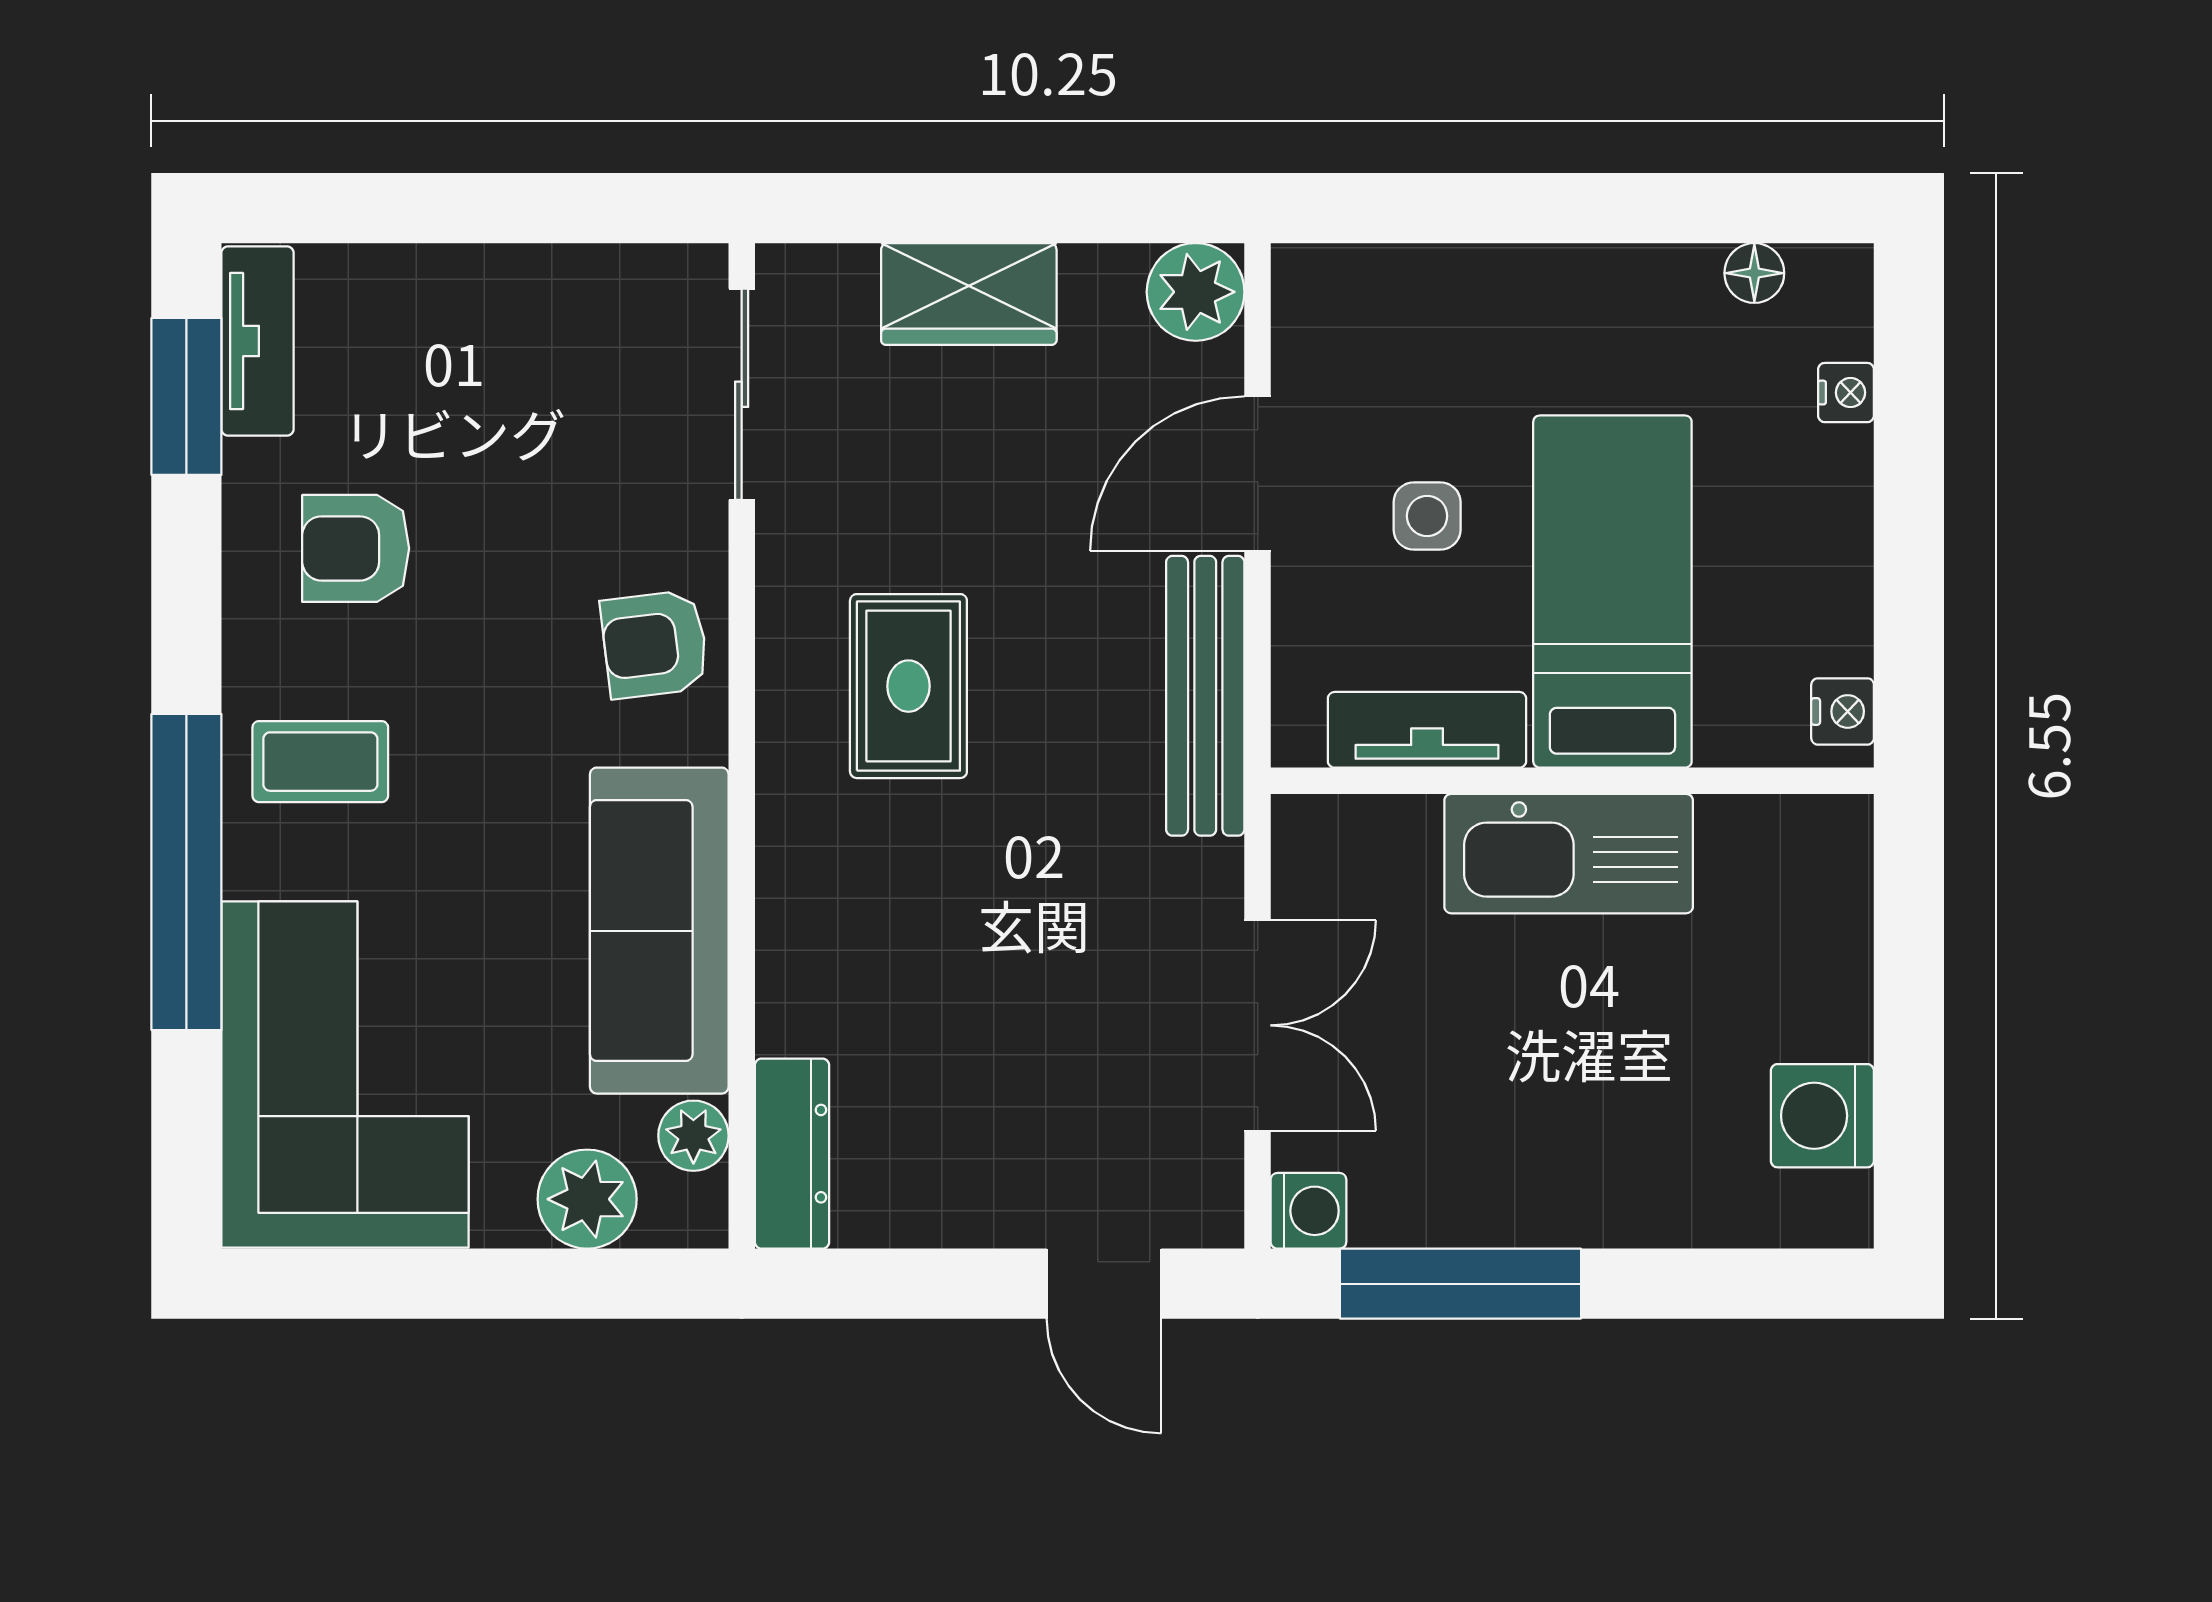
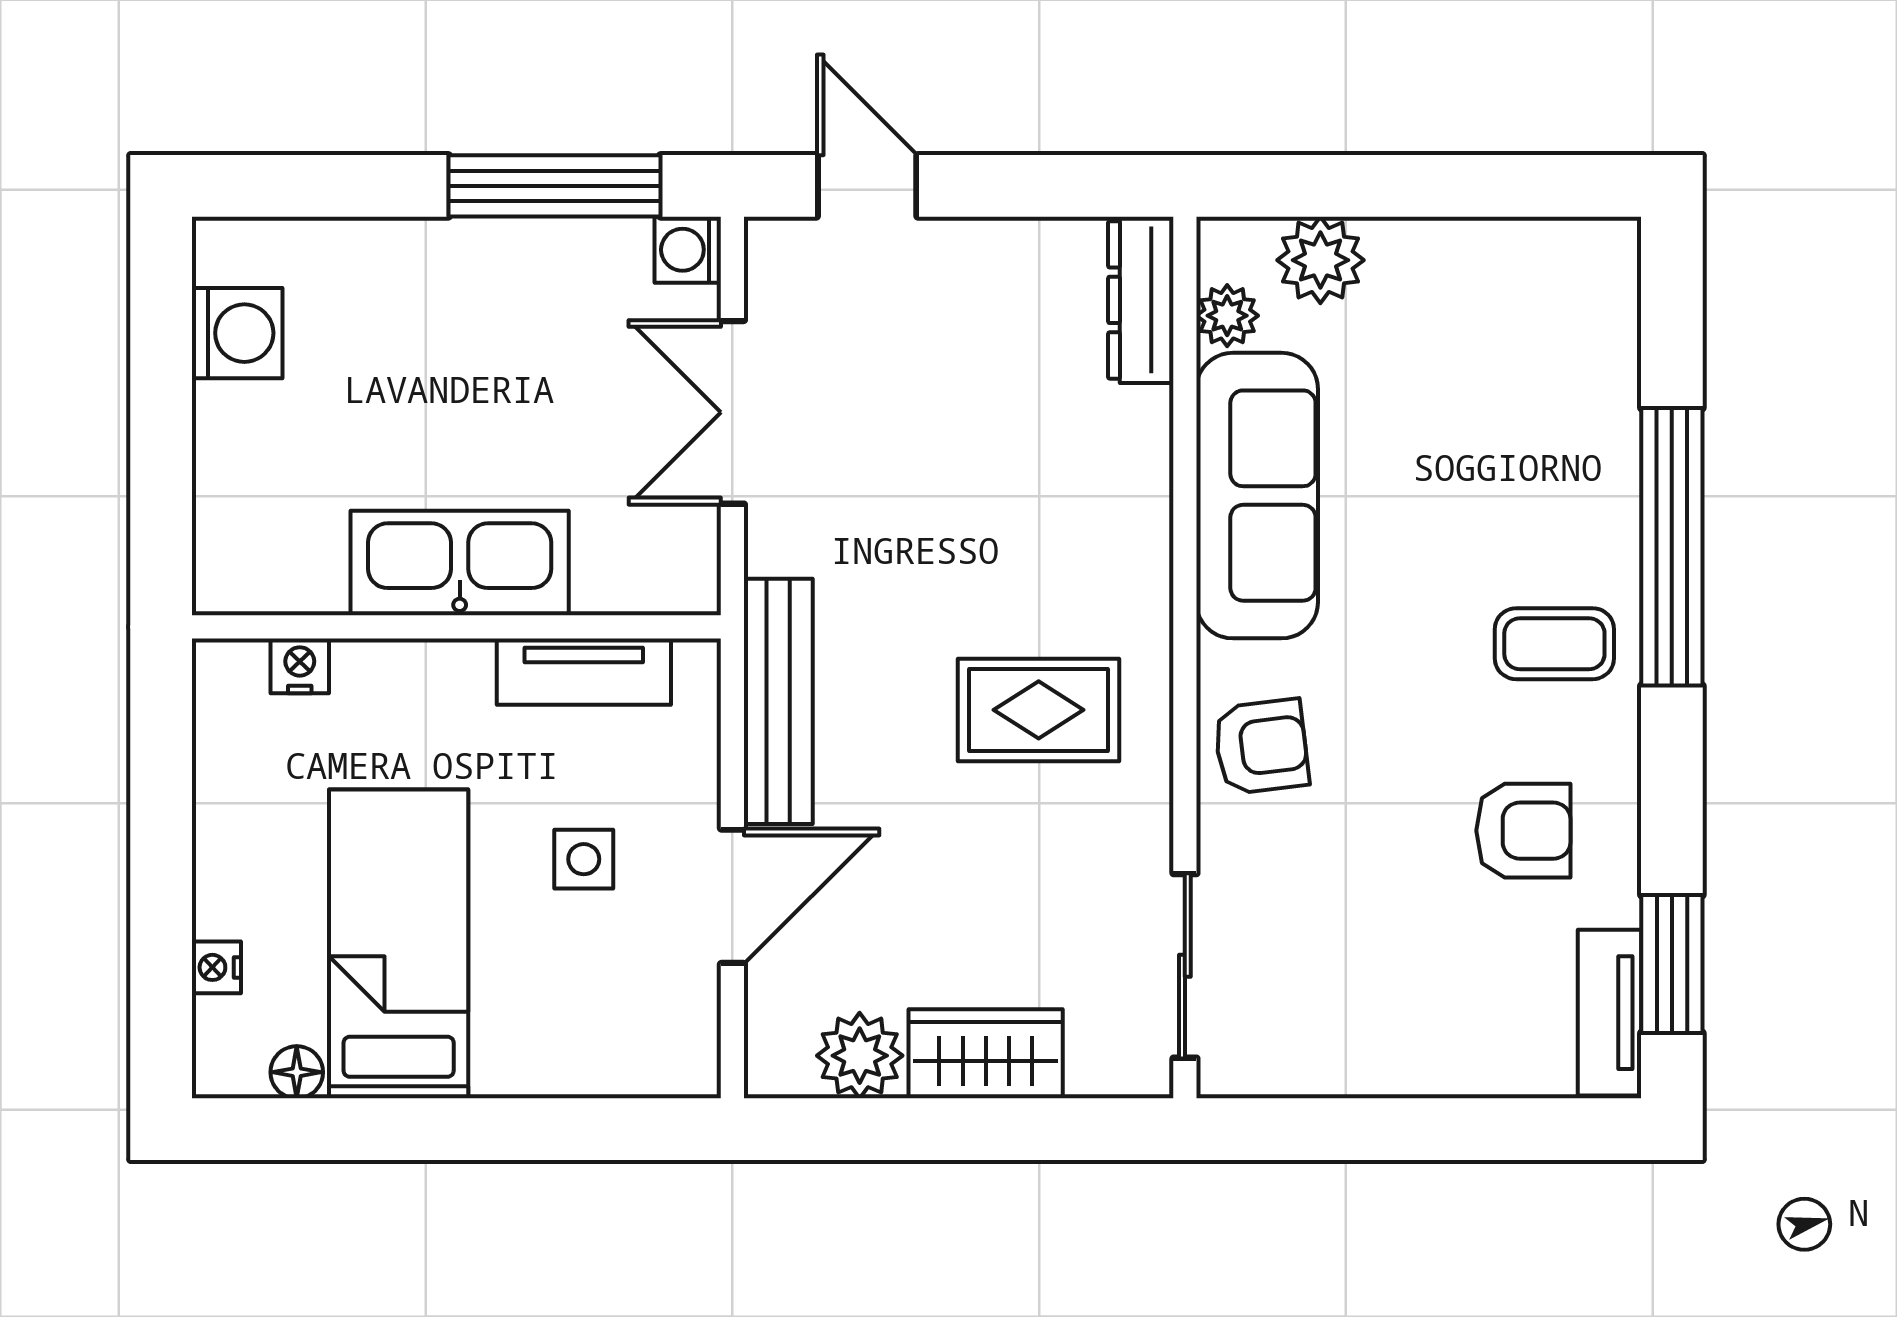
plant: (1196, 292) -> (860, 1056), moved
bed: (1612, 592) -> (399, 944), moved, turned 180
rug: (908, 686) -> (1039, 710), turned 90
nightstand: (1843, 711) -> (300, 666), moved, turned 90
corner sofa: (345, 1074) -> (1533, 369), removed

